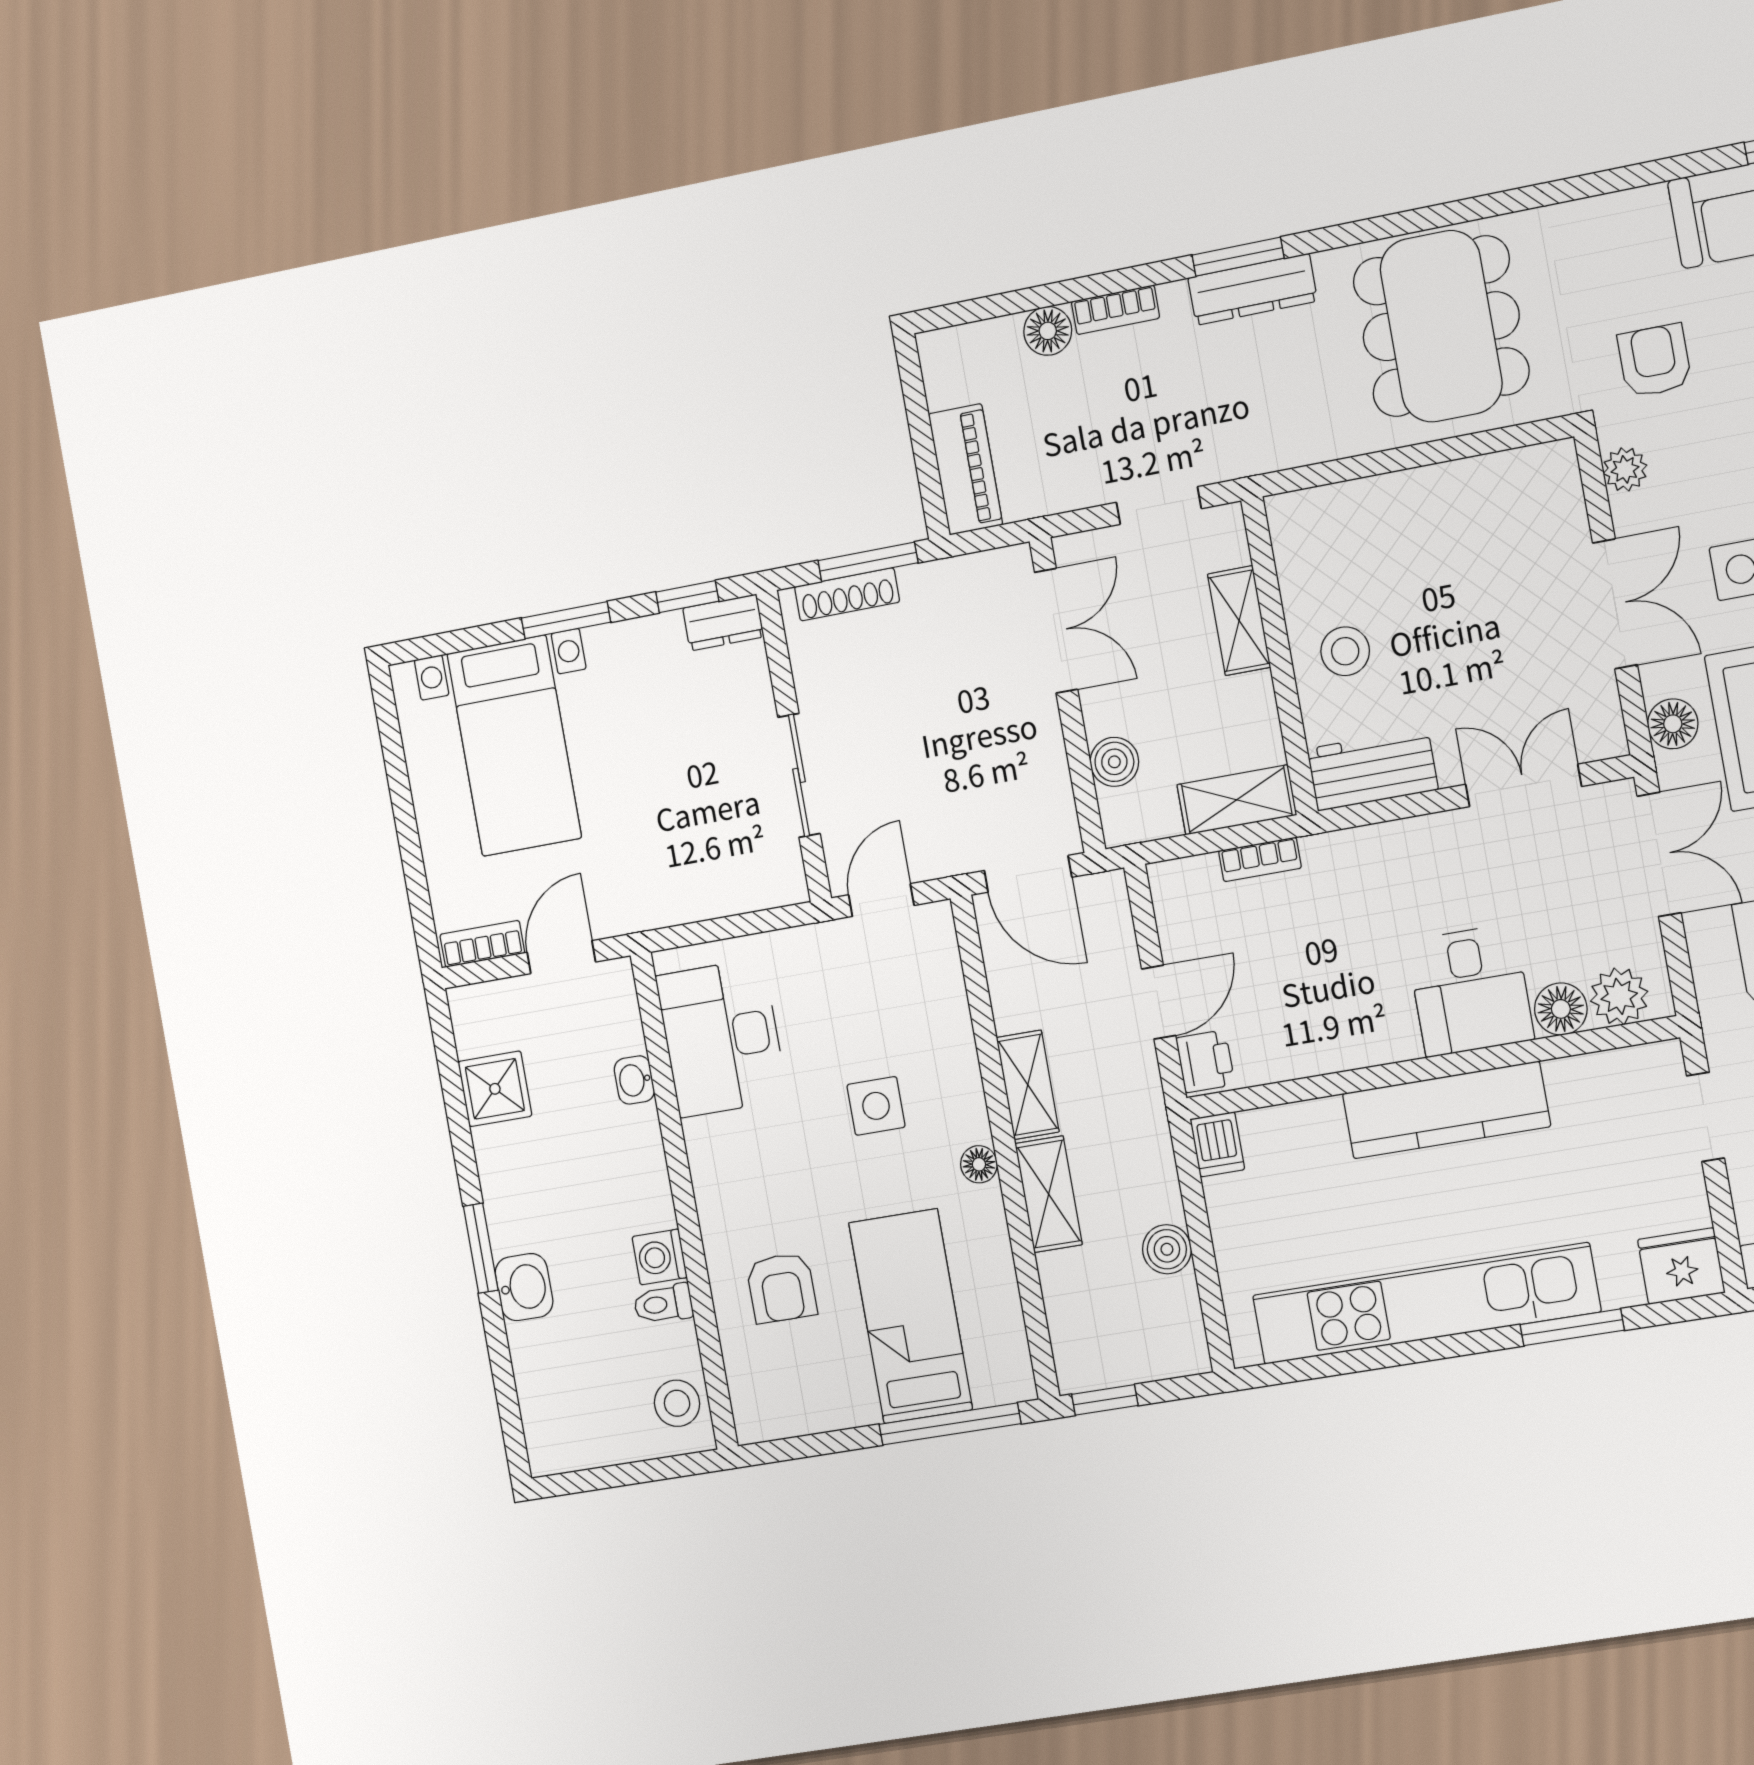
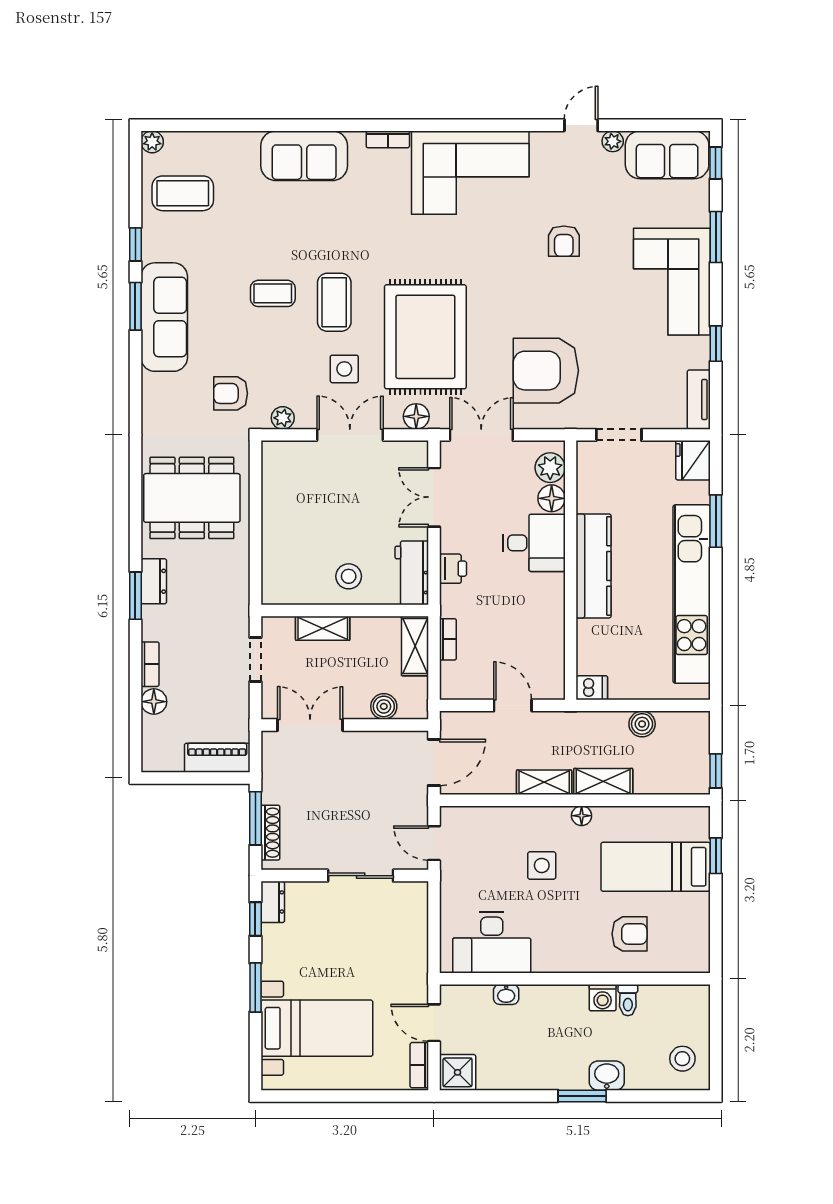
dresser: (1253, 289) -> (154, 581), width x0.70
printer: (1205, 1061) -> (453, 569), moved, turned 90
shower: (495, 1089) -> (458, 1072), moved
stool: (677, 1403) -> (682, 1059), moved
window: (950, 1424) -> (716, 856), width x0.46

